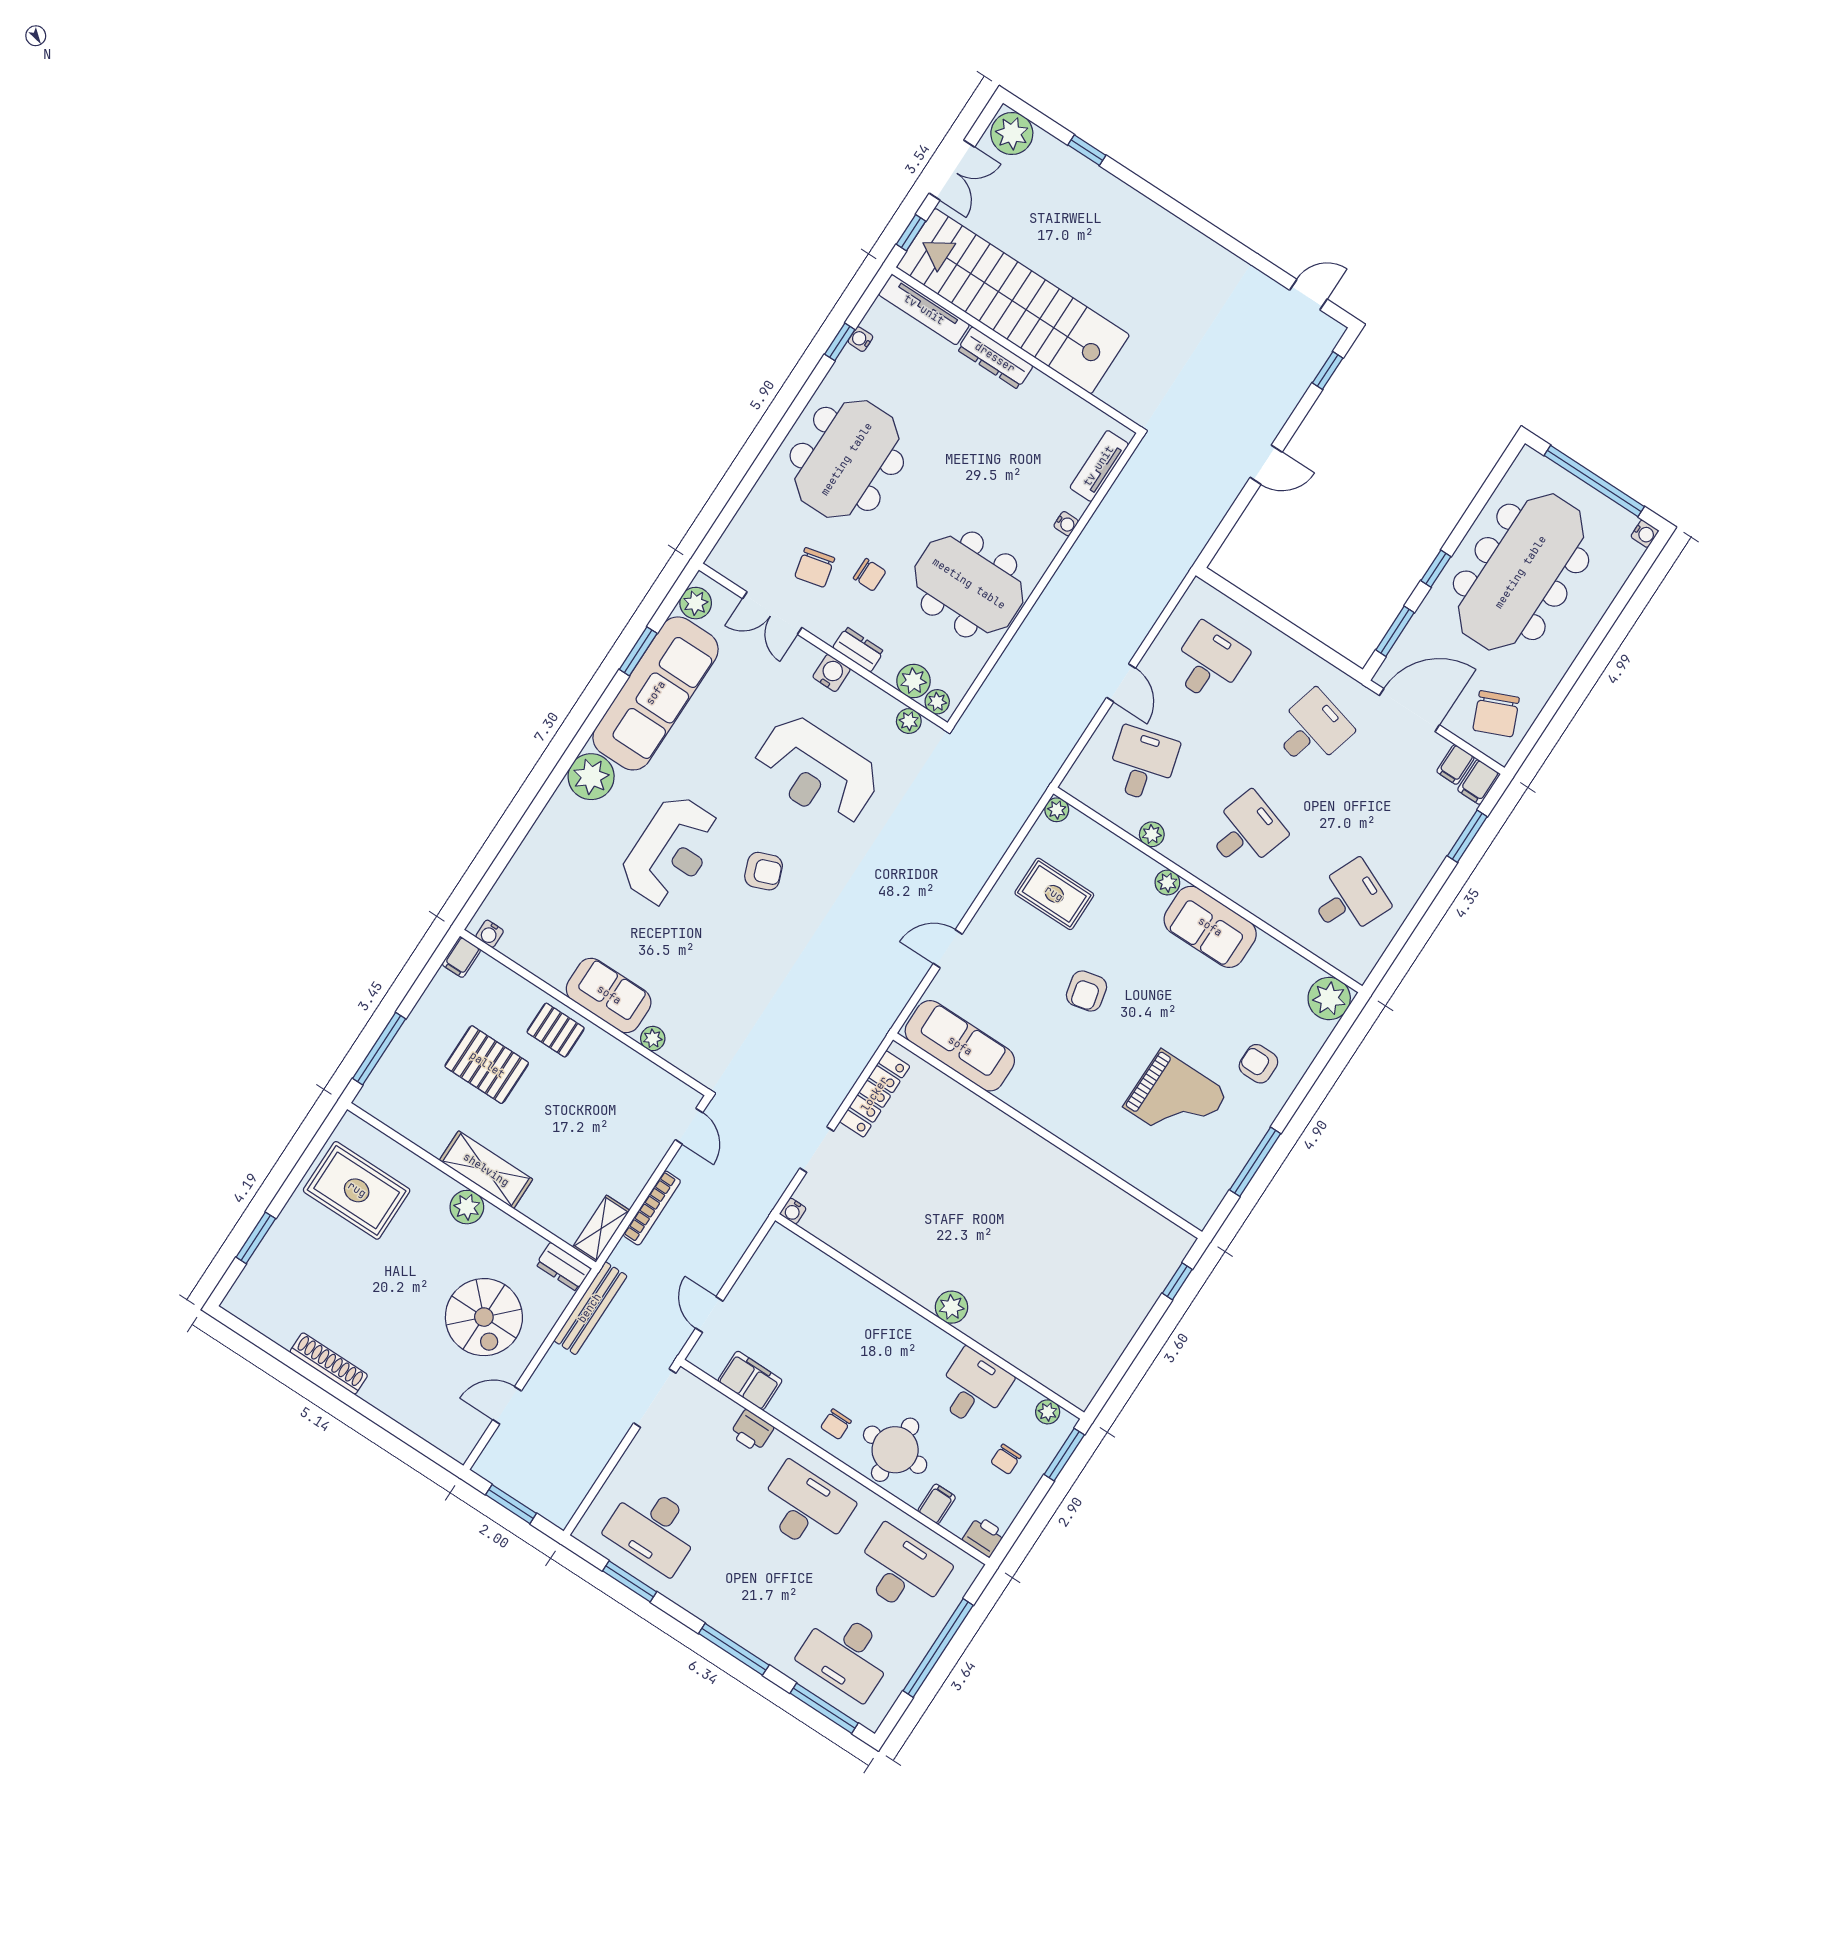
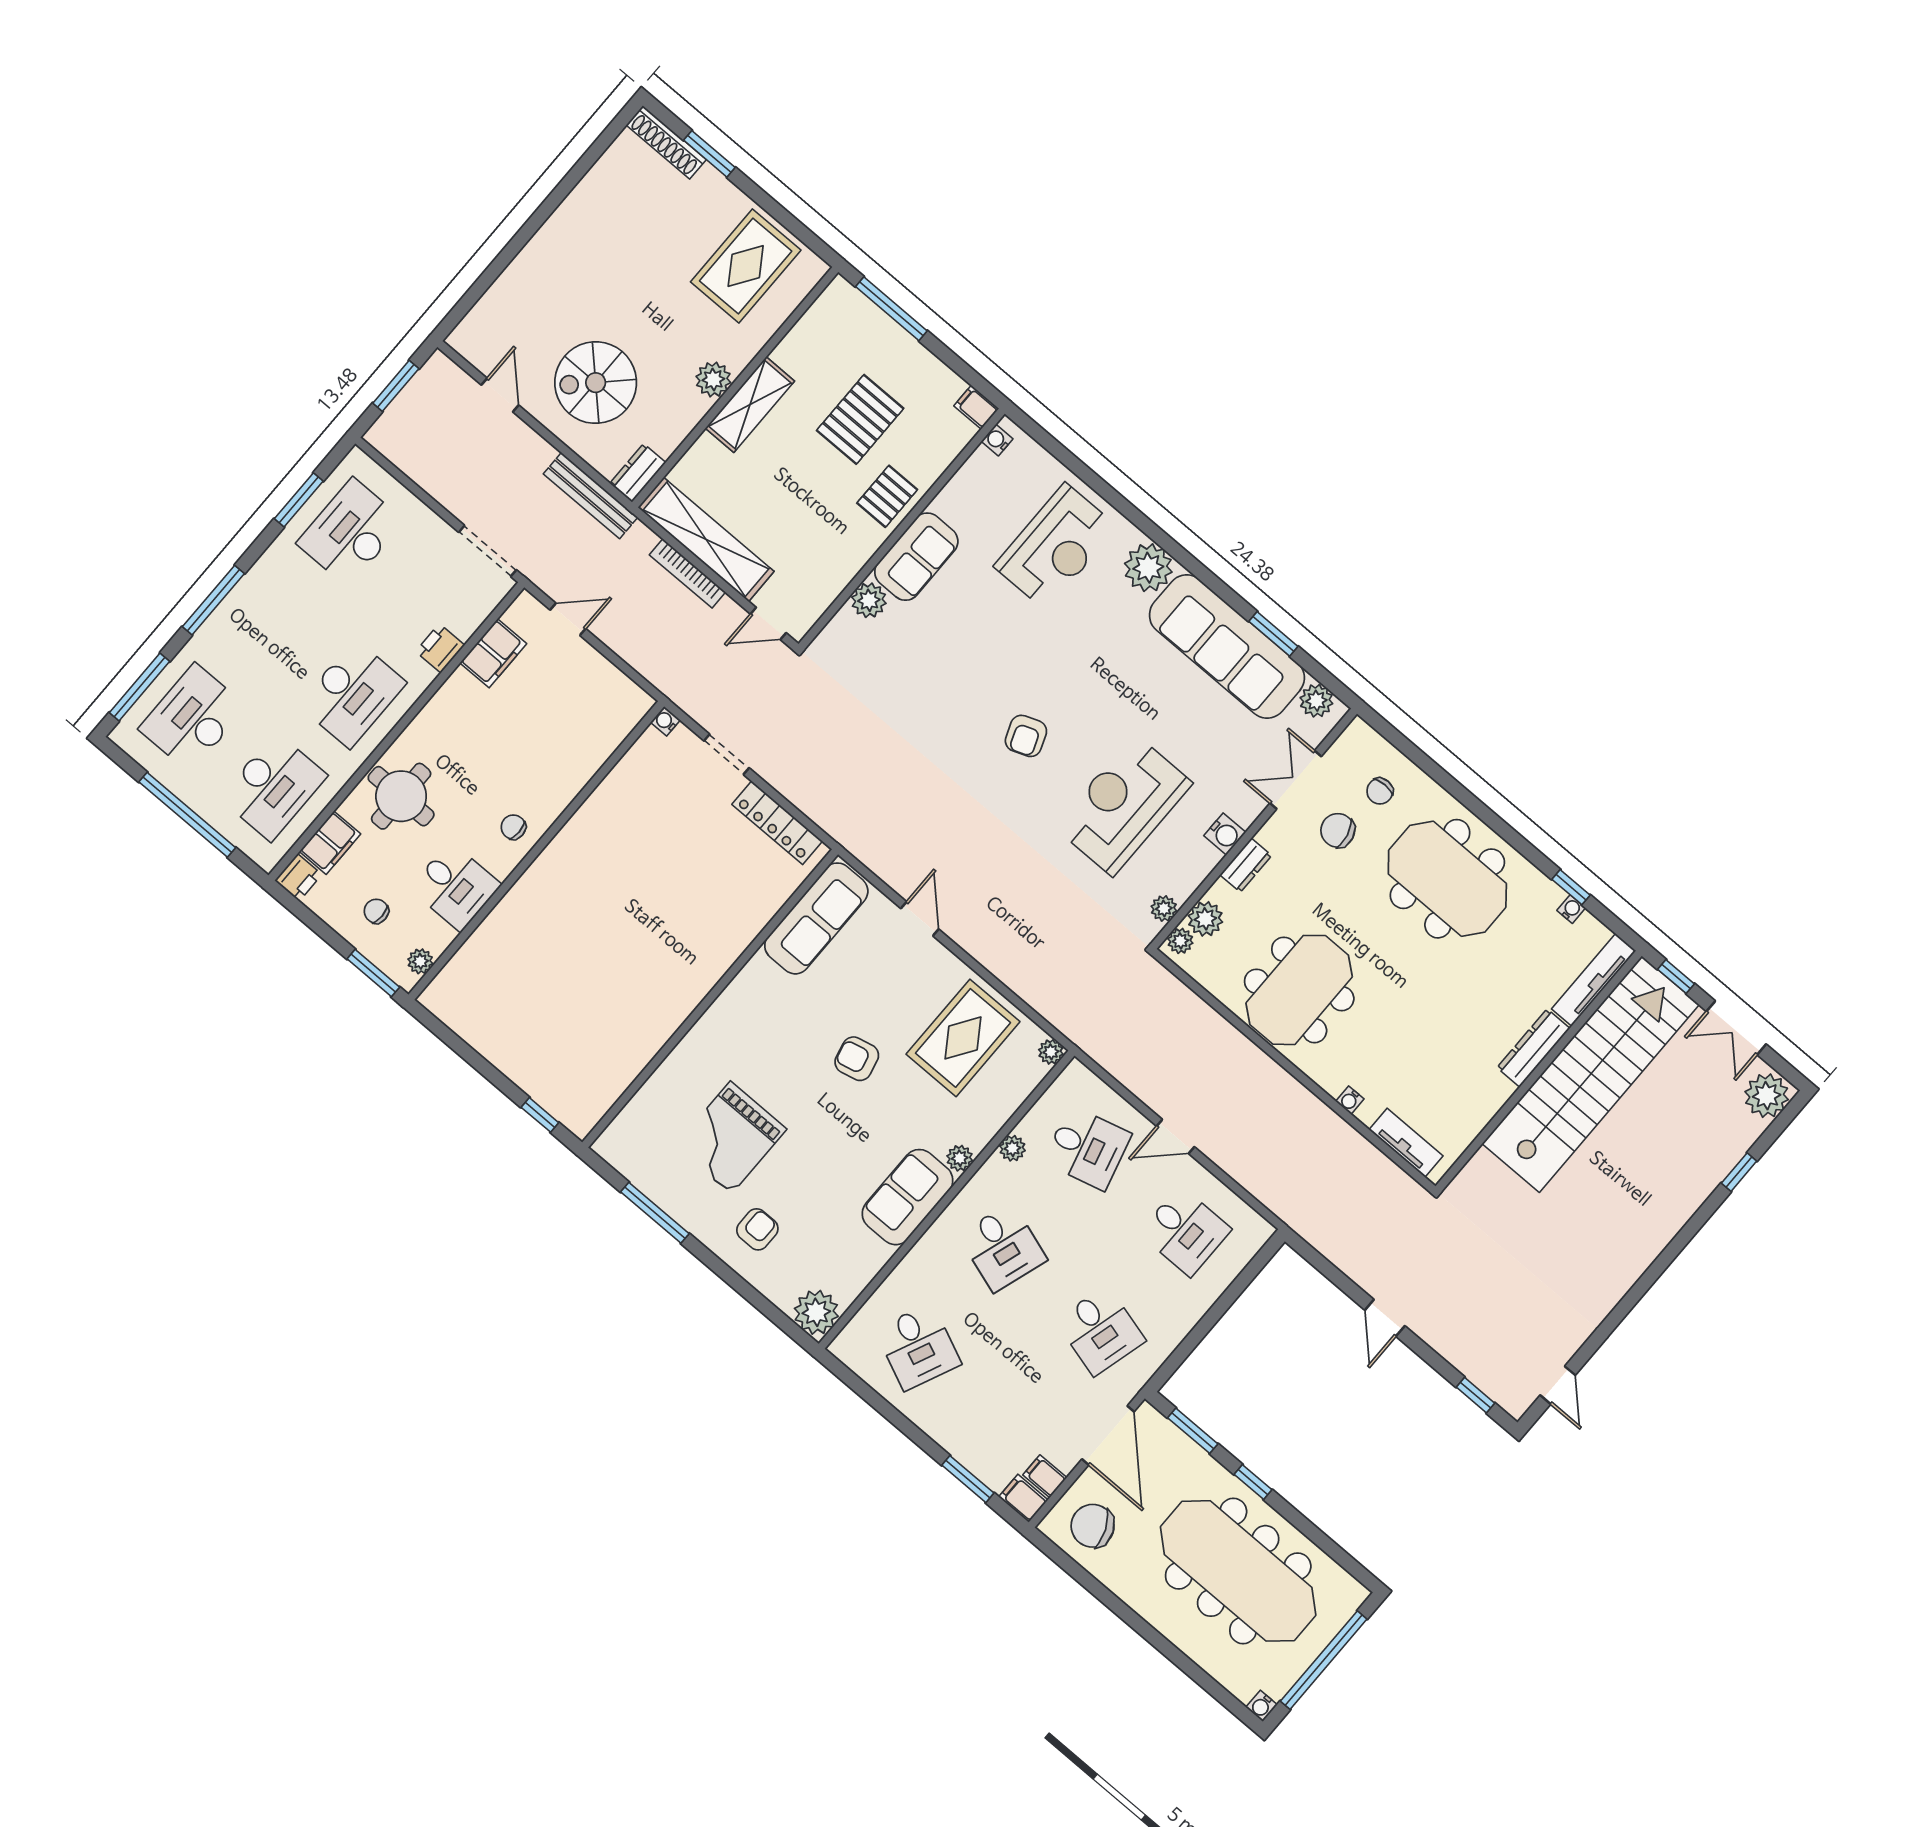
chair: (870, 575) -> (1380, 791), moved
reception desk: (671, 851) -> (1056, 547), moved, turned -90
rug: (1054, 894) -> (963, 1038), width x1.36, depth x1.43
plant: (653, 1038) -> (869, 600), width x1.38, depth x1.38
shelving: (601, 1229) -> (706, 539), width x2.20, depth x1.33
plant: (952, 1307) -> (543, 875), removed
shoe rack: (329, 1363) -> (666, 142), moved, turned 90
chair: (836, 1424) -> (513, 827), moved
filing cabinet: (937, 1504) -> (330, 843), width x2.00

